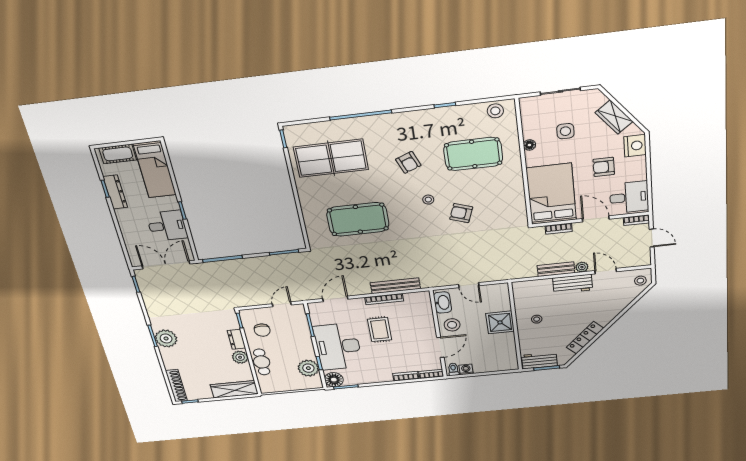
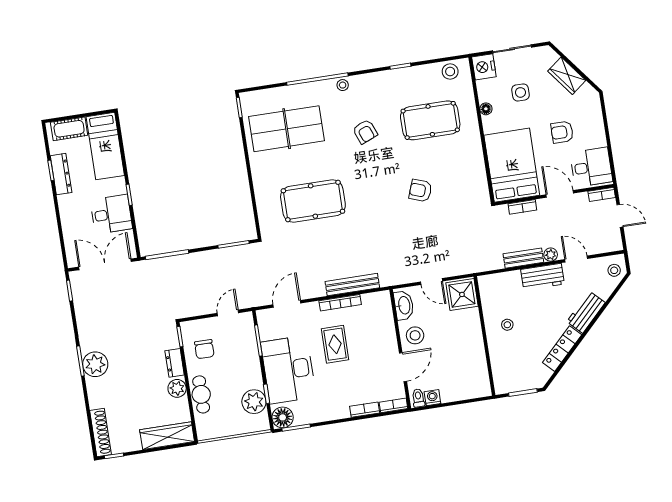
nightstand: (635, 146) -> (484, 67), moved, turned 180
stool: (428, 200) -> (343, 85), moved
shower: (500, 322) -> (462, 294), moved
workbench: (539, 361) -> (586, 312), moved, turned -45

